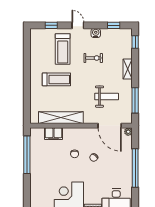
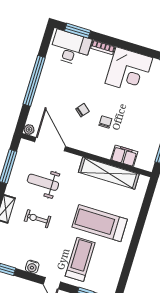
exercise bike: (93, 58) -> (37, 219), moved
treadmill: (56, 79) -> (100, 223), width x1.37, depth x1.38

